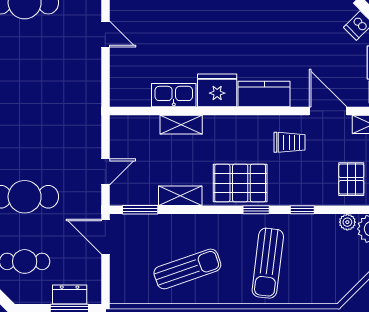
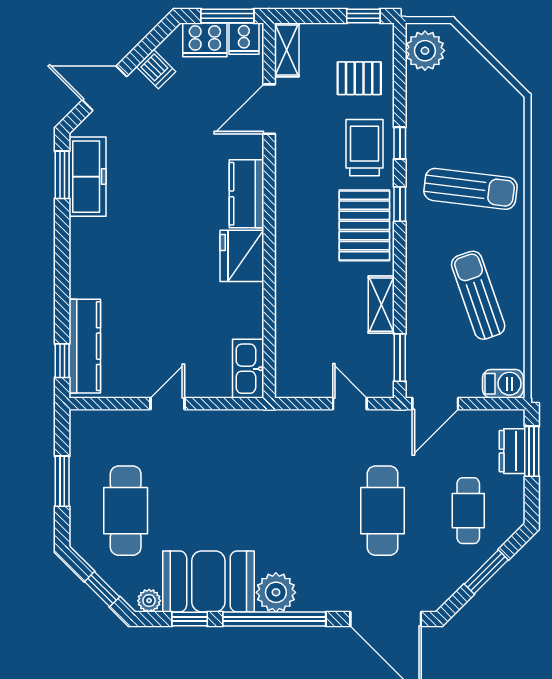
kitchen sink: (174, 95) -> (248, 369), moved
shelving: (181, 125) -> (287, 303), removed
trolley: (290, 142) -> (364, 148), moved, width x1.36, depth x1.39
plant: (347, 222) -> (416, 83), removed
barbecue: (121, 288) -> (503, 384), added

